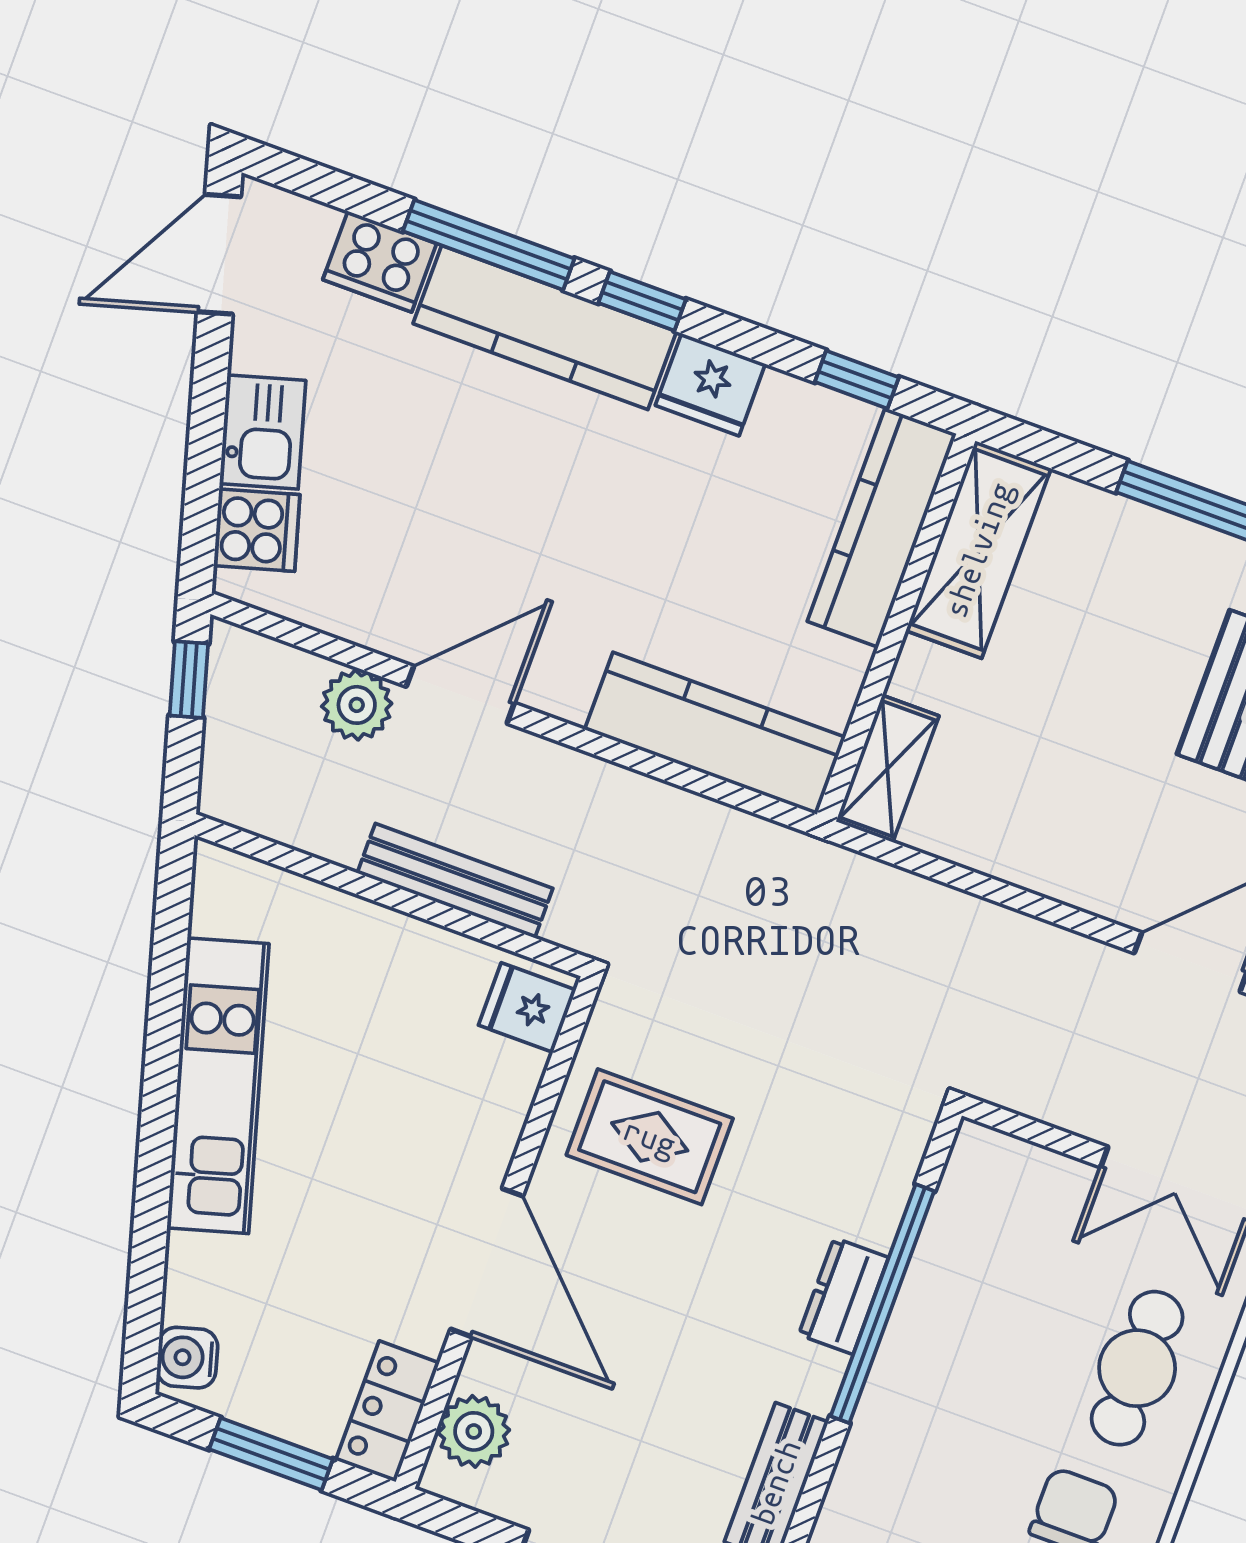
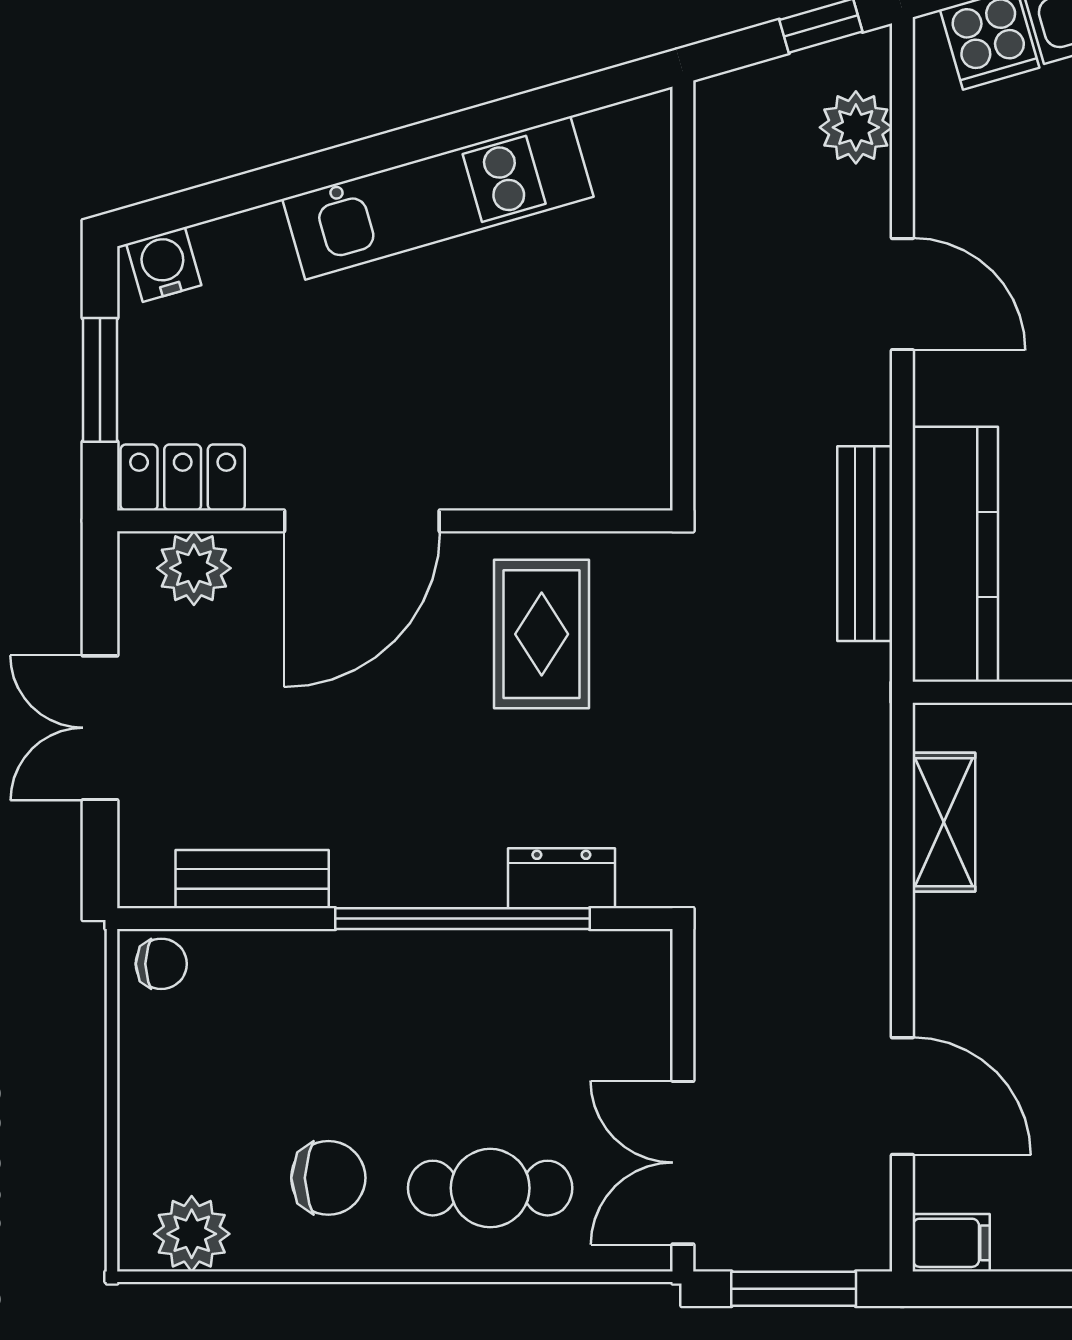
plant: (357, 705) -> (856, 127), moved
shelving: (887, 769) -> (944, 822), moved, turned 90
bench: (455, 881) -> (865, 544), moved
fridge: (527, 1007) -> (623, 470), removed
dresser: (844, 1296) -> (561, 878), moved

